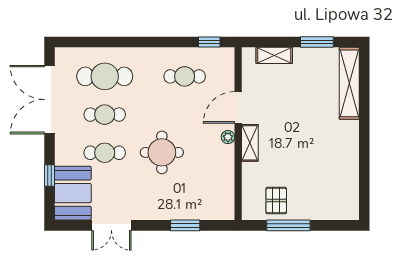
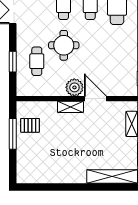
cafe table: (185, 76) -> (37, 61), moved
plant: (228, 137) -> (74, 87), width x1.88, depth x1.88

